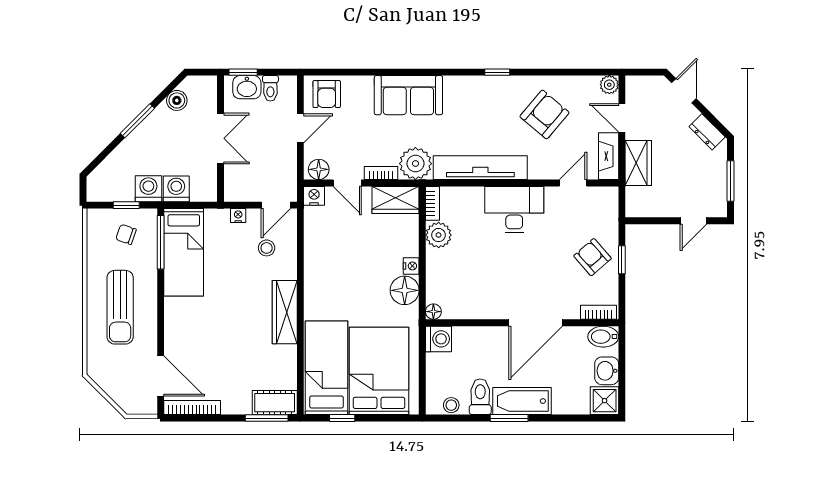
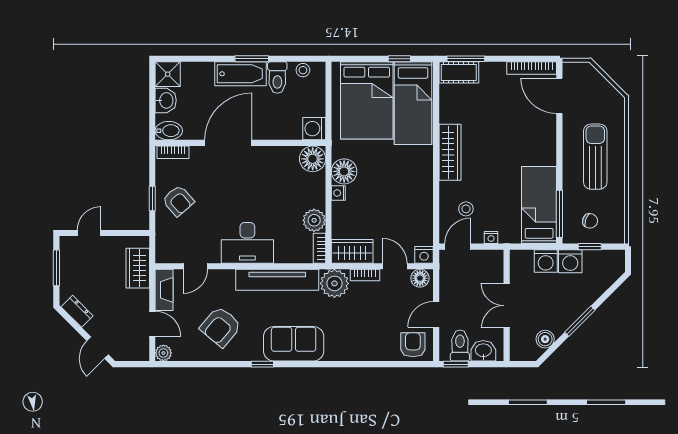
window: (243, 72) -> (456, 364), moved
toilet: (270, 88) -> (460, 346), width x1.37, depth x1.39
sofa: (408, 95) -> (294, 344), moved
wardrobe: (638, 163) -> (138, 268), moved
floor lamp: (433, 312) -> (313, 159), width x1.89, depth x1.89

